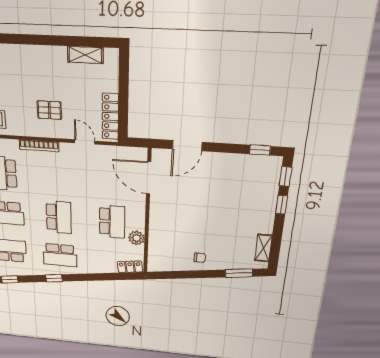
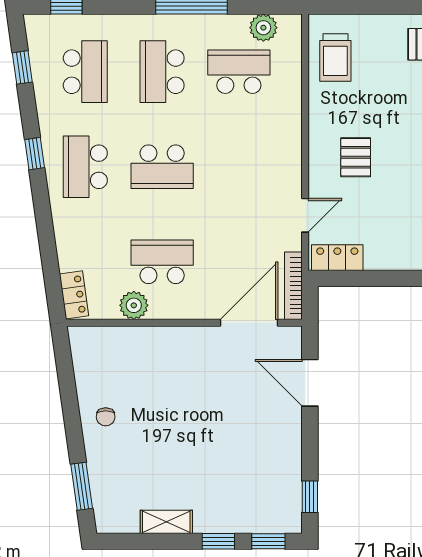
locker: (110, 117) -> (337, 258), width x0.66
bookcase: (39, 146) -> (293, 286), moved
school desk: (112, 222) -> (162, 262), turned 180
shelving: (263, 248) -> (166, 522), moved

